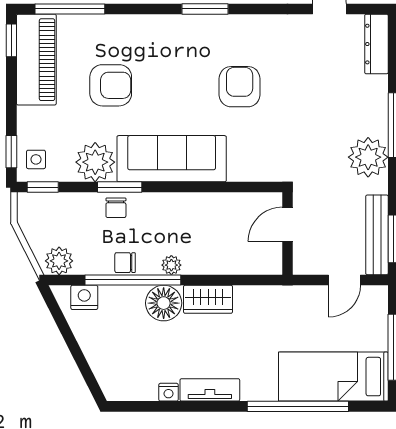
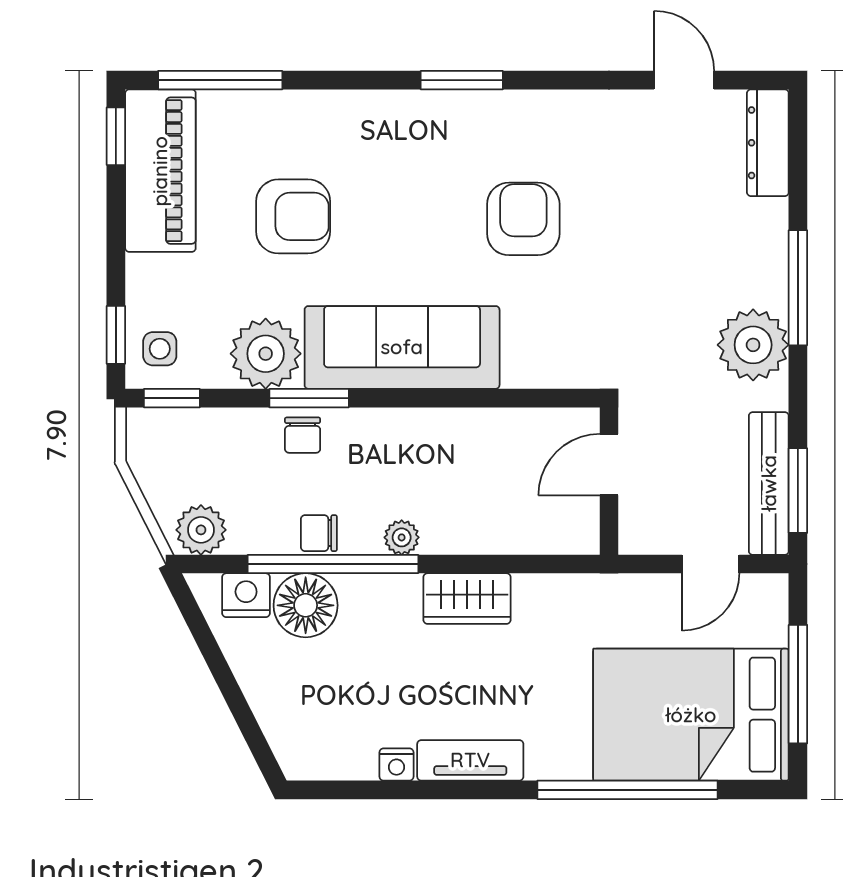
floor lamp: (164, 303) -> (306, 605), moved
bed: (333, 377) -> (691, 715), width x1.50

